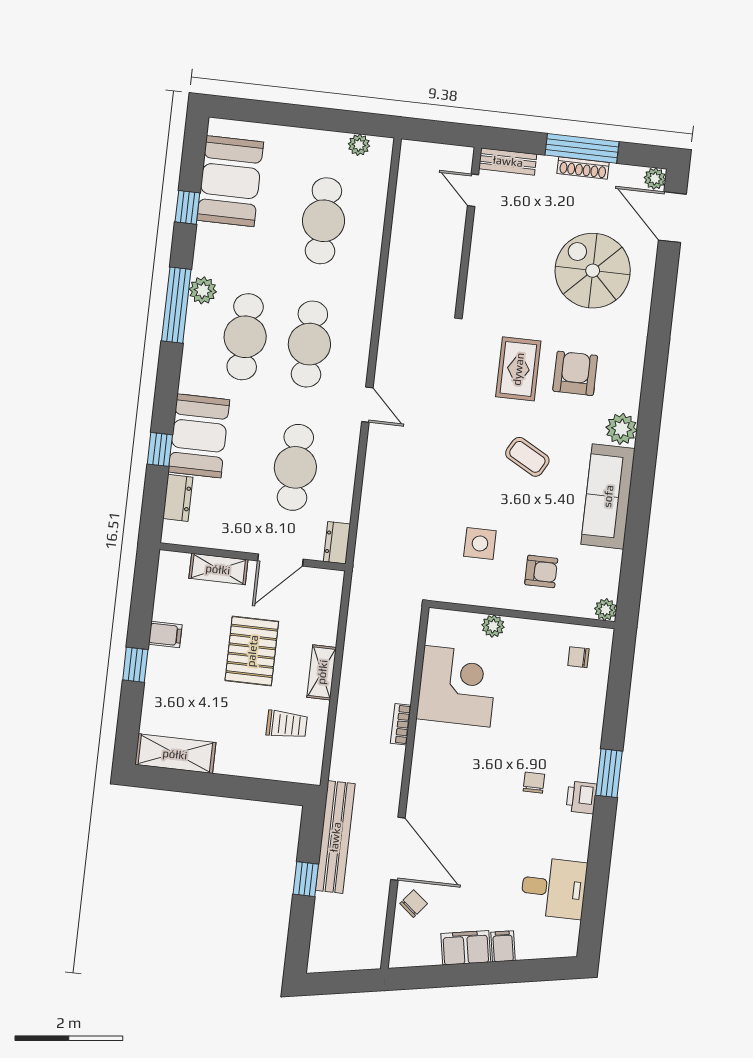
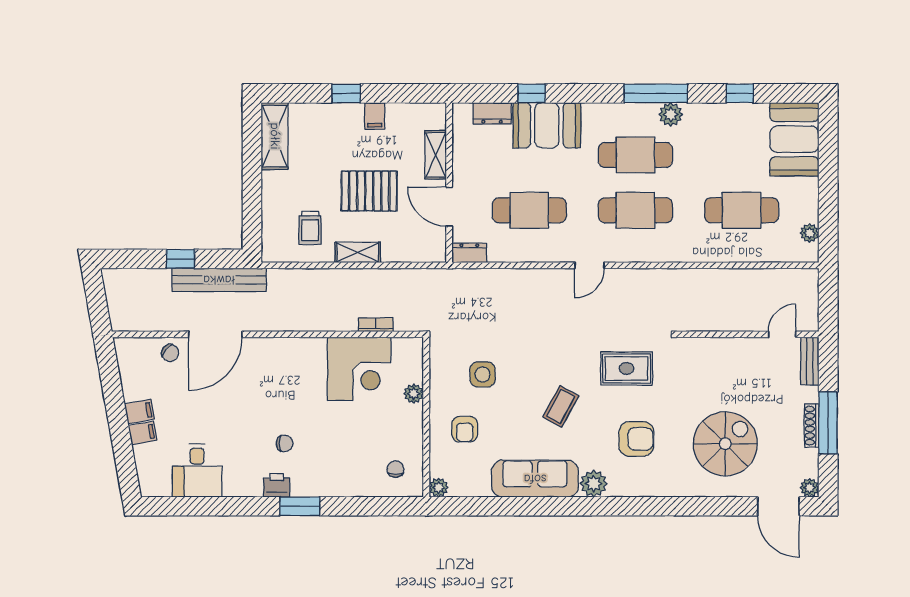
booth: (230, 181) -> (794, 139), moved, turned 90
door: (672, 217) -> (778, 506), swing flipped
rug: (518, 369) -> (627, 368), moved
bookcase: (401, 724) -> (376, 325), moved
filing cabinet: (466, 948) -> (139, 412), width x0.50

